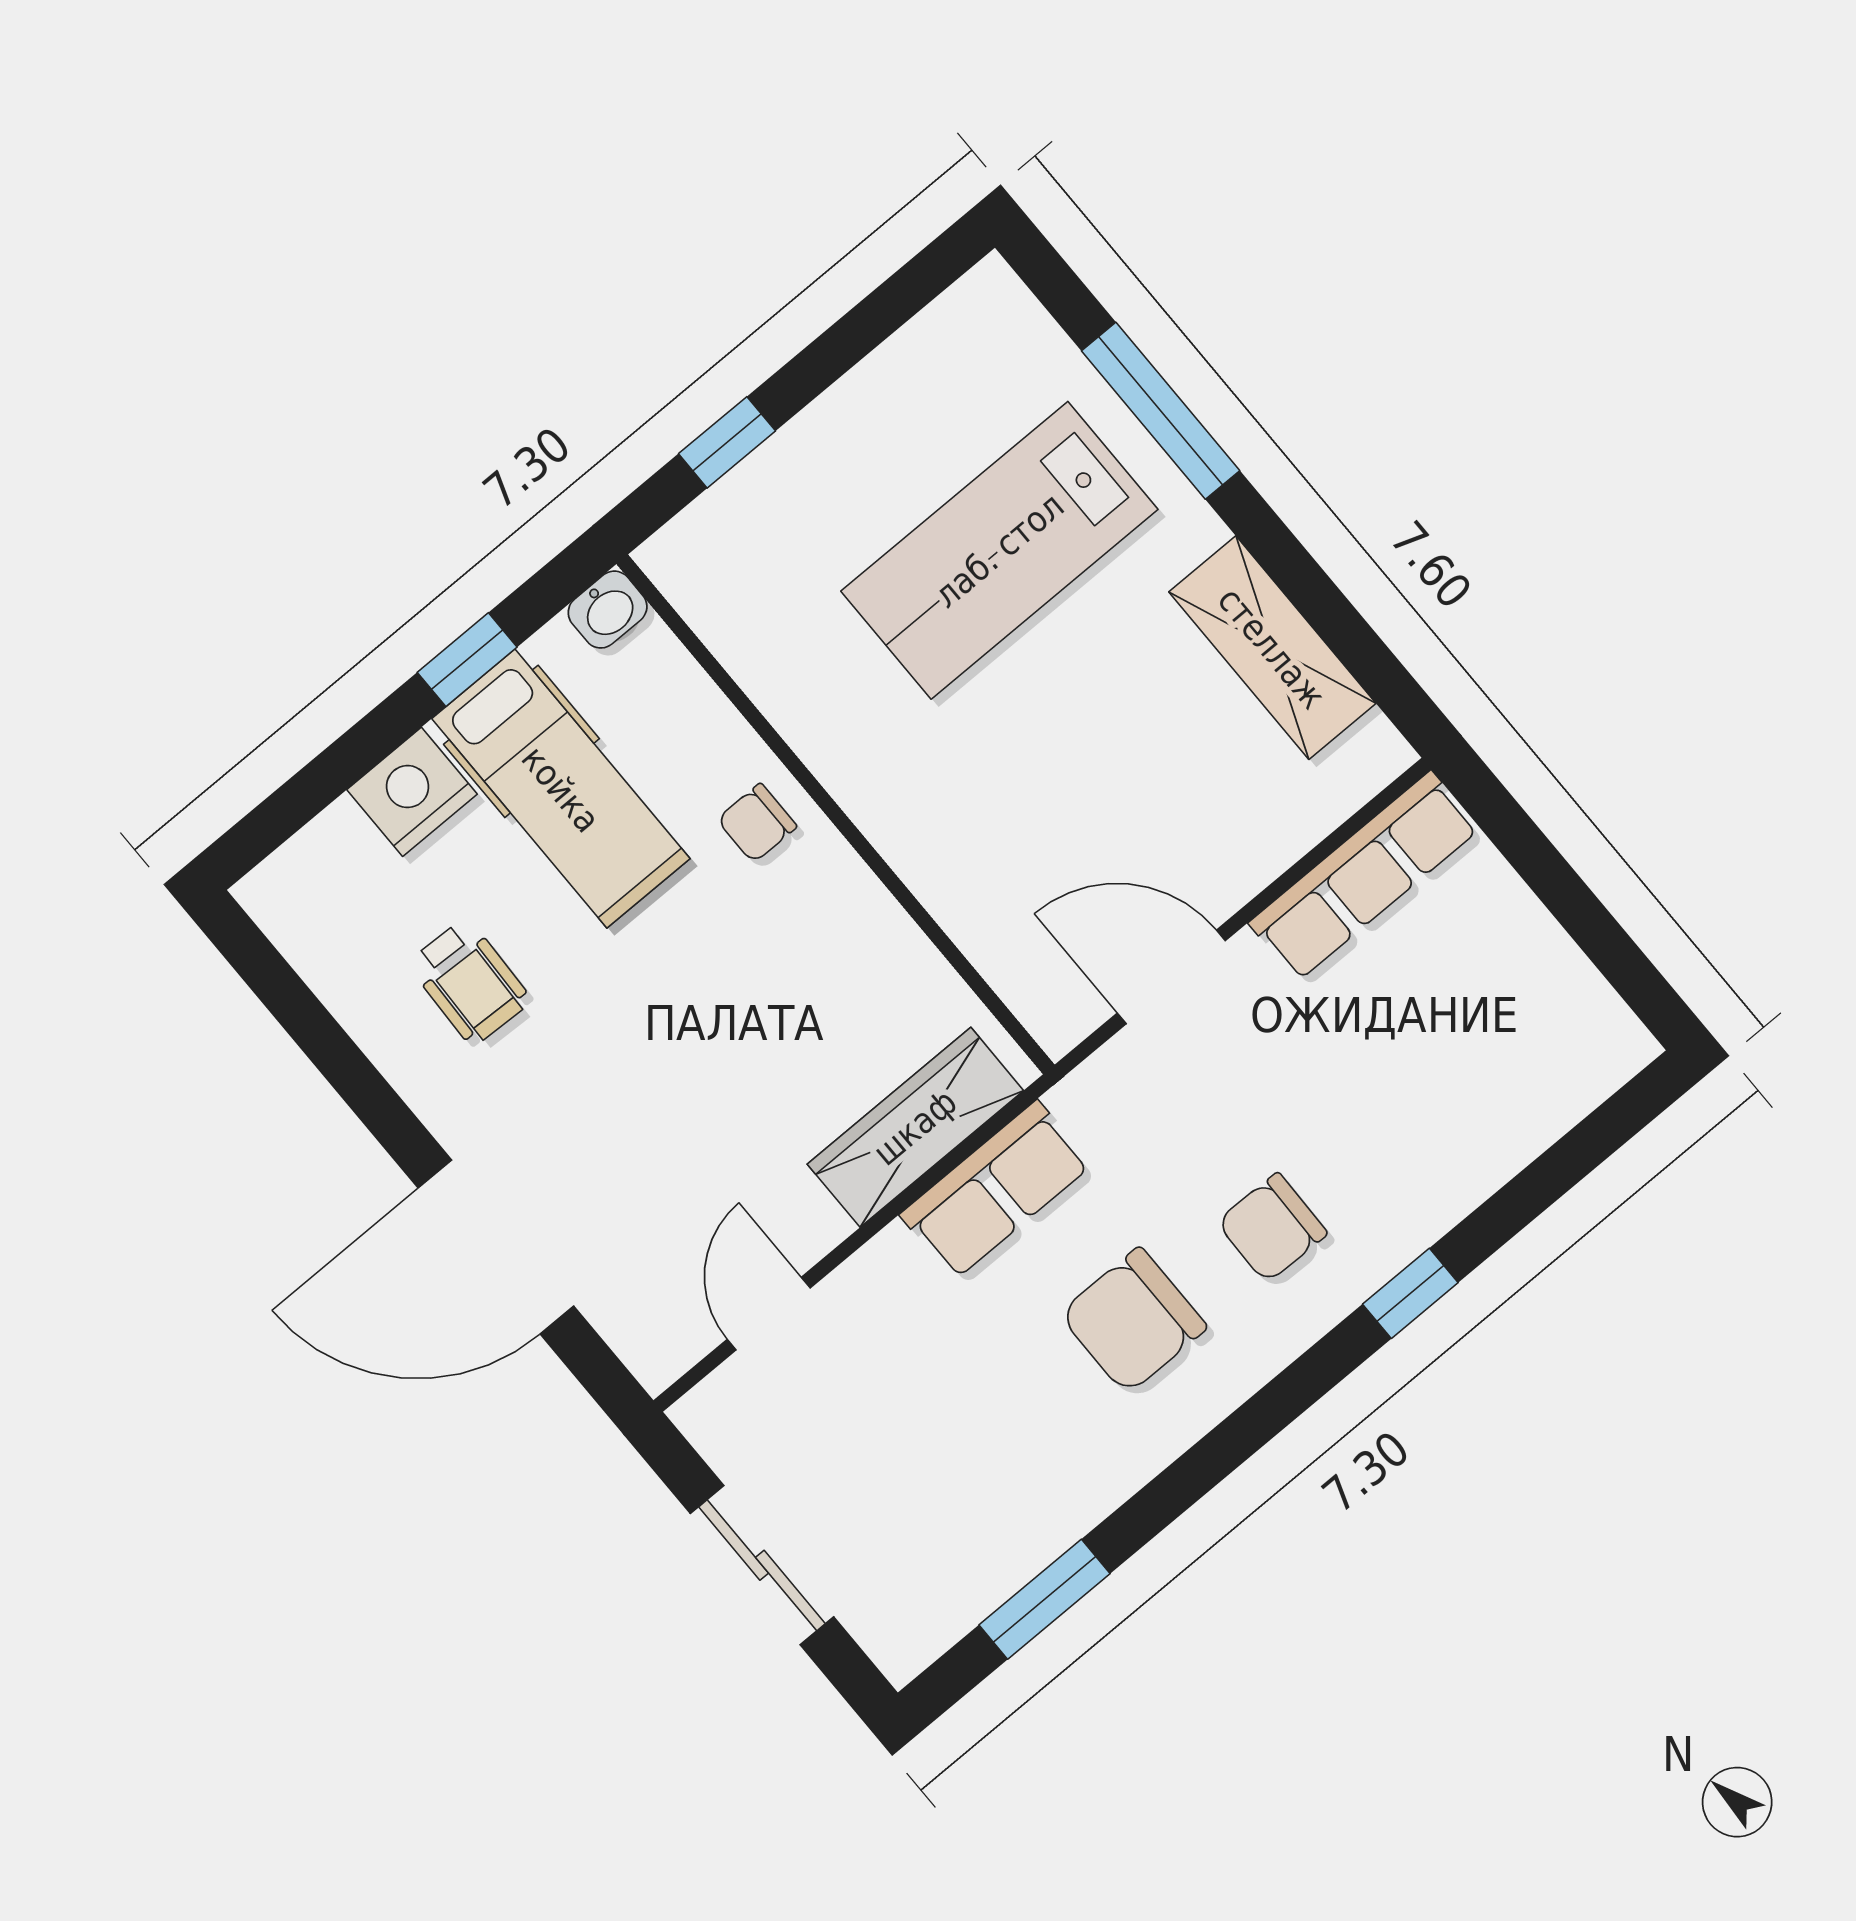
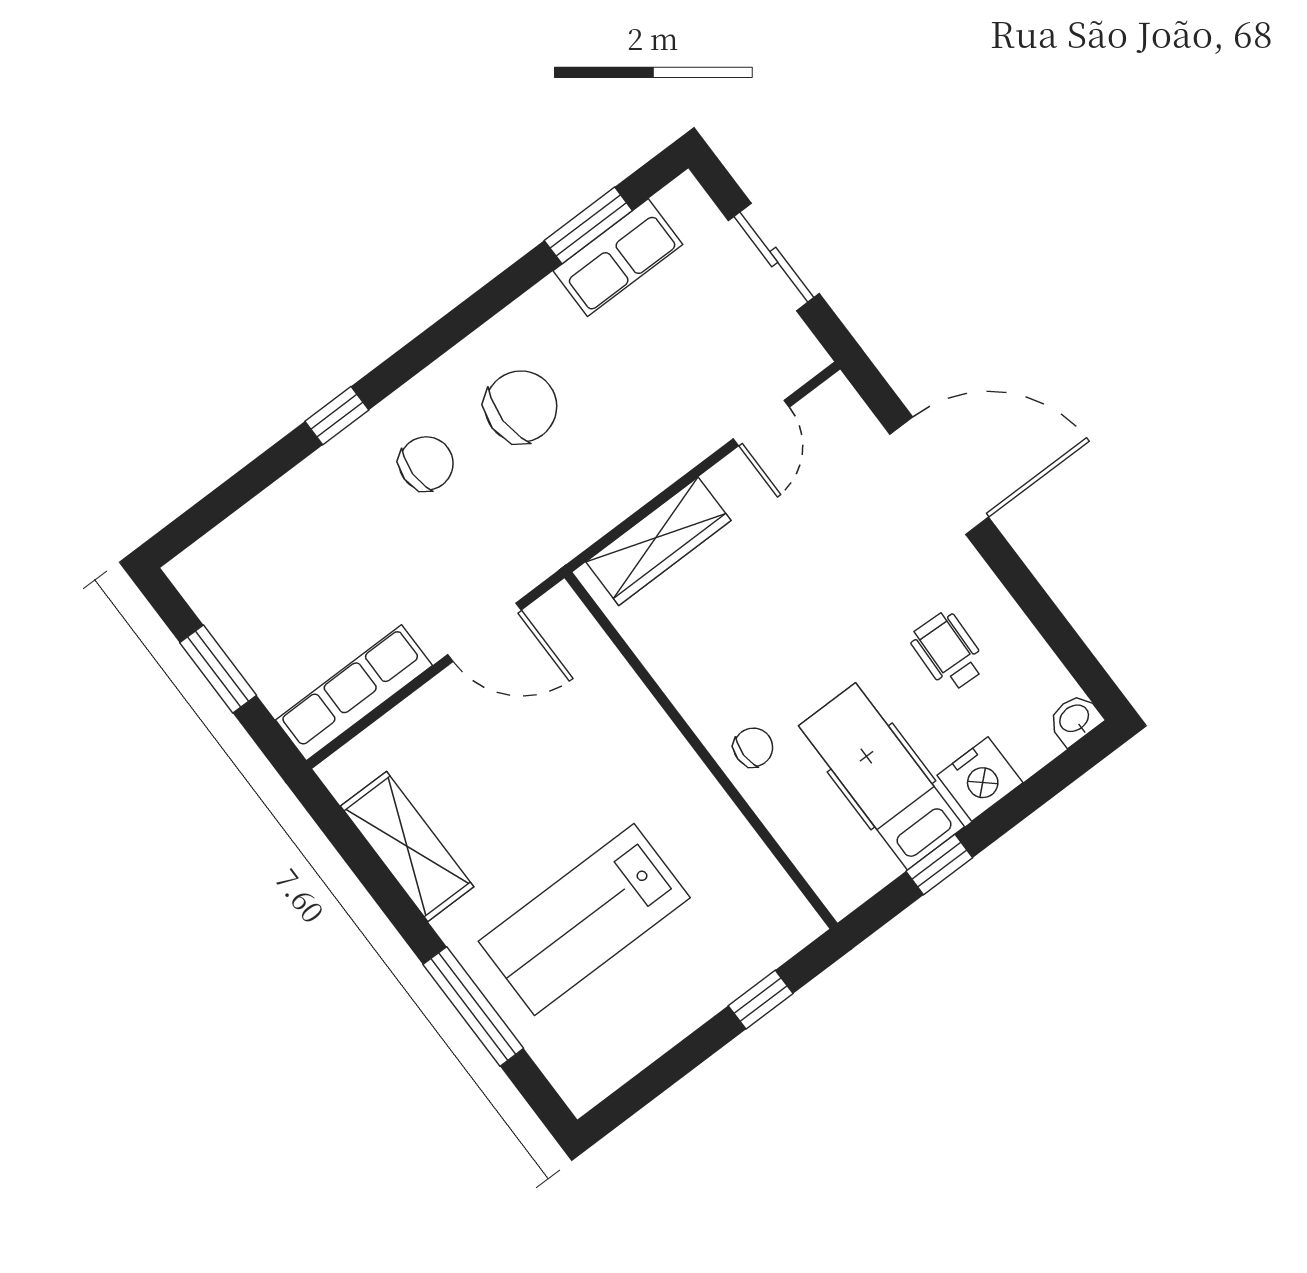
lab bench: (999, 550) -> (584, 919), turned 180
washbasin: (608, 610) -> (1075, 719), moved
window: (1571, 902) -> (218, 669), added
row of seats: (996, 1190) -> (618, 258), moved, turned 180

